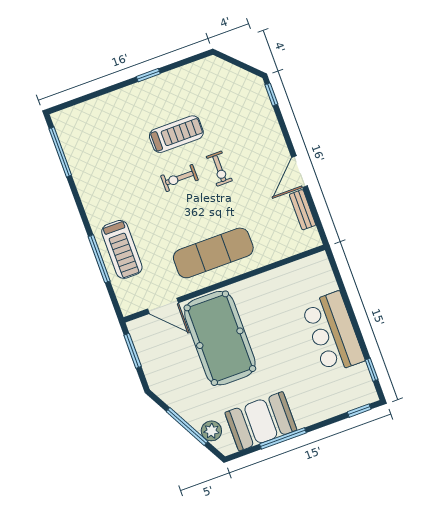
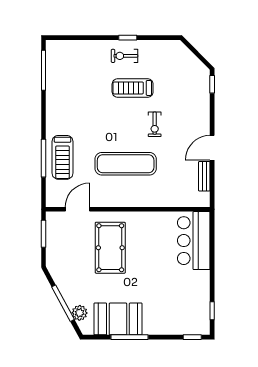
treadmill: (176, 134) -> (133, 88), turned 180
exercise bike: (179, 178) -> (125, 56), moved
exercise mat: (213, 253) -> (126, 164), moved
door: (163, 306) -> (77, 209), swing flipped
bar counter: (333, 333) -> (194, 241), moved
pool table: (220, 338) -> (110, 248), width x0.73, depth x0.76

